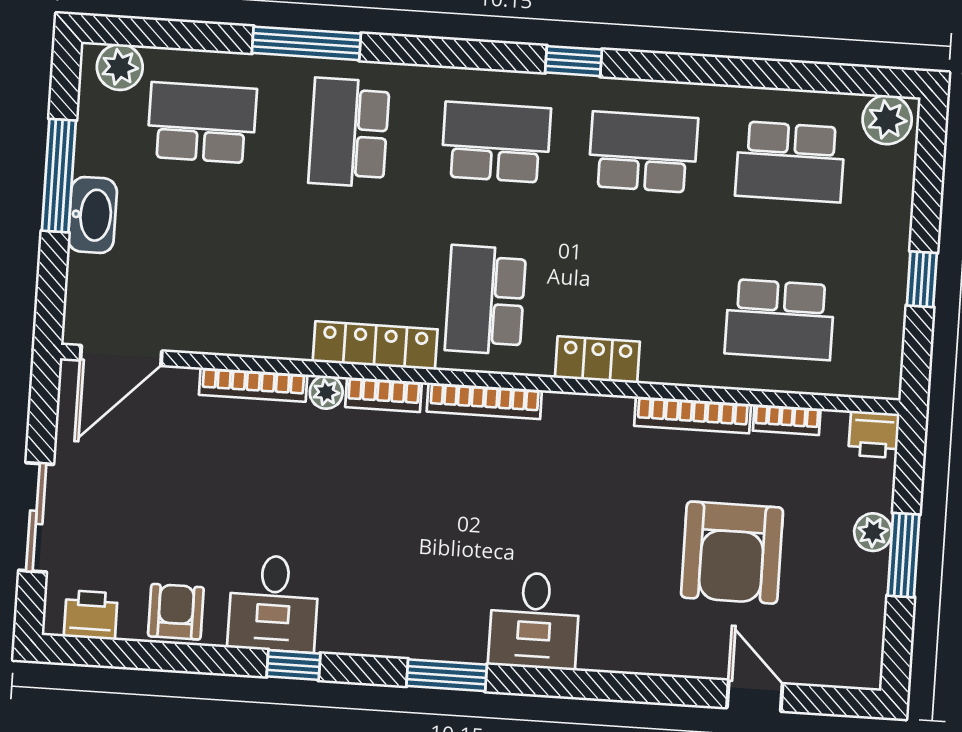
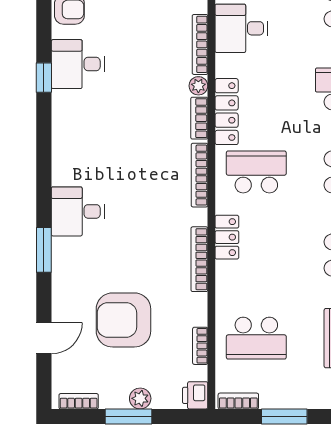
window: (922, 279) -> (284, 417), width x1.50
desk: (230, 309) -> (241, 28), added
school desk: (780, 320) -> (256, 338), turned -90
bookcase: (889, 359) -> (238, 401), added
bookcase: (693, 415) -> (199, 259), moved
bookcase: (871, 642) -> (79, 401), added
window: (447, 675) -> (44, 250), moved

